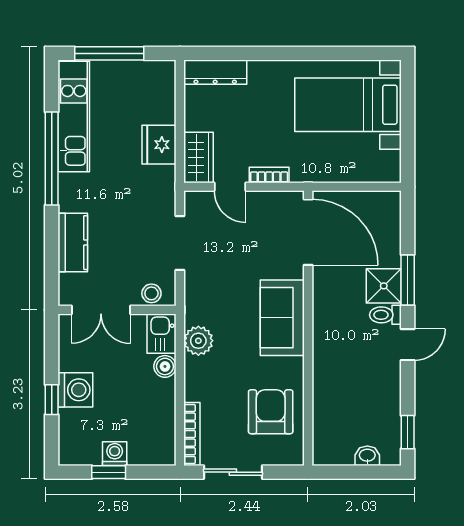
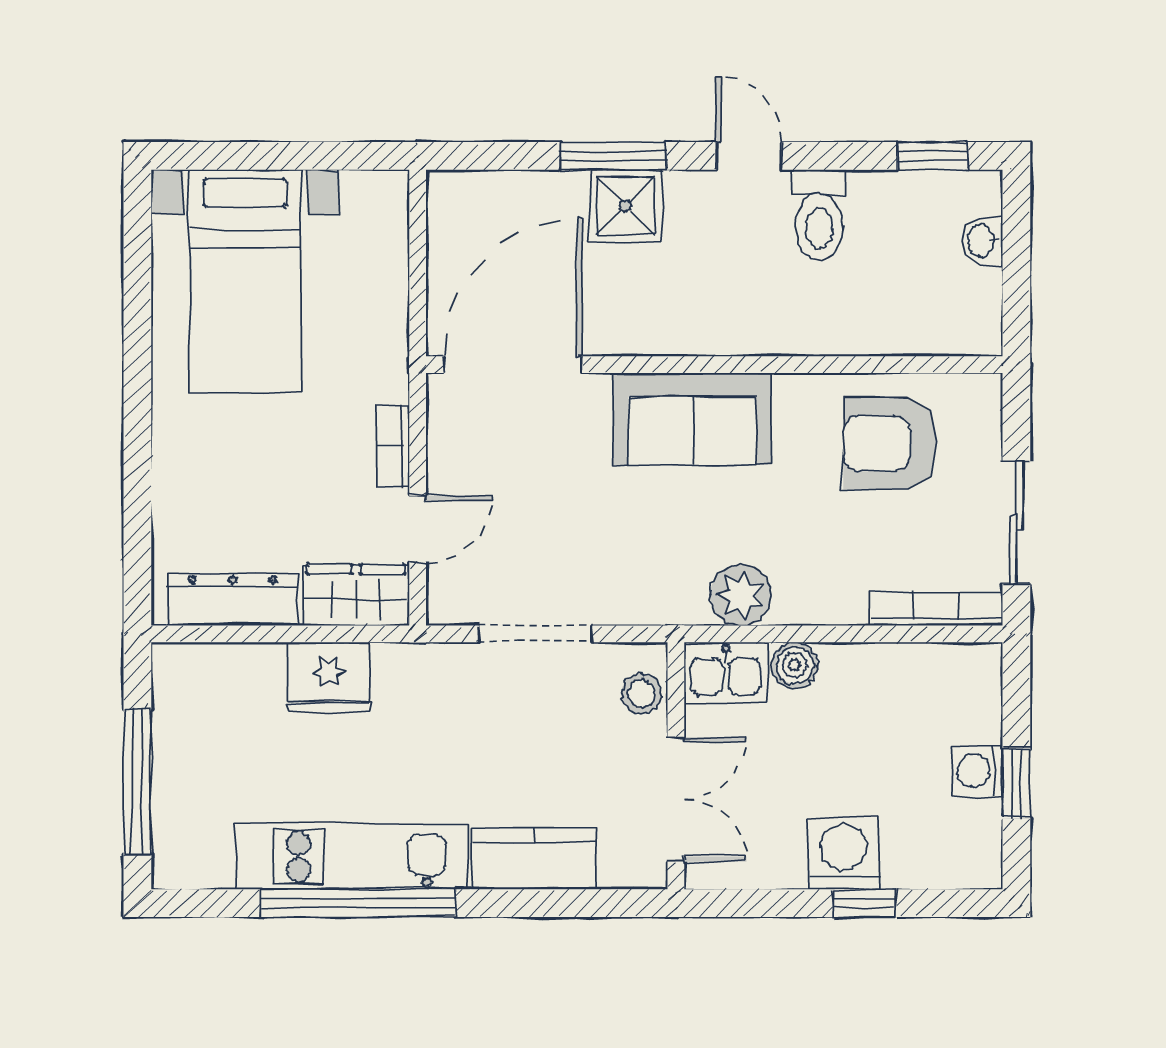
dresser: (215, 72) -> (233, 600), moved, turned -90
kitchen unit: (74, 116) -> (352, 857), moved
toilet: (385, 315) -> (819, 215), moved, width x1.37, depth x1.39

